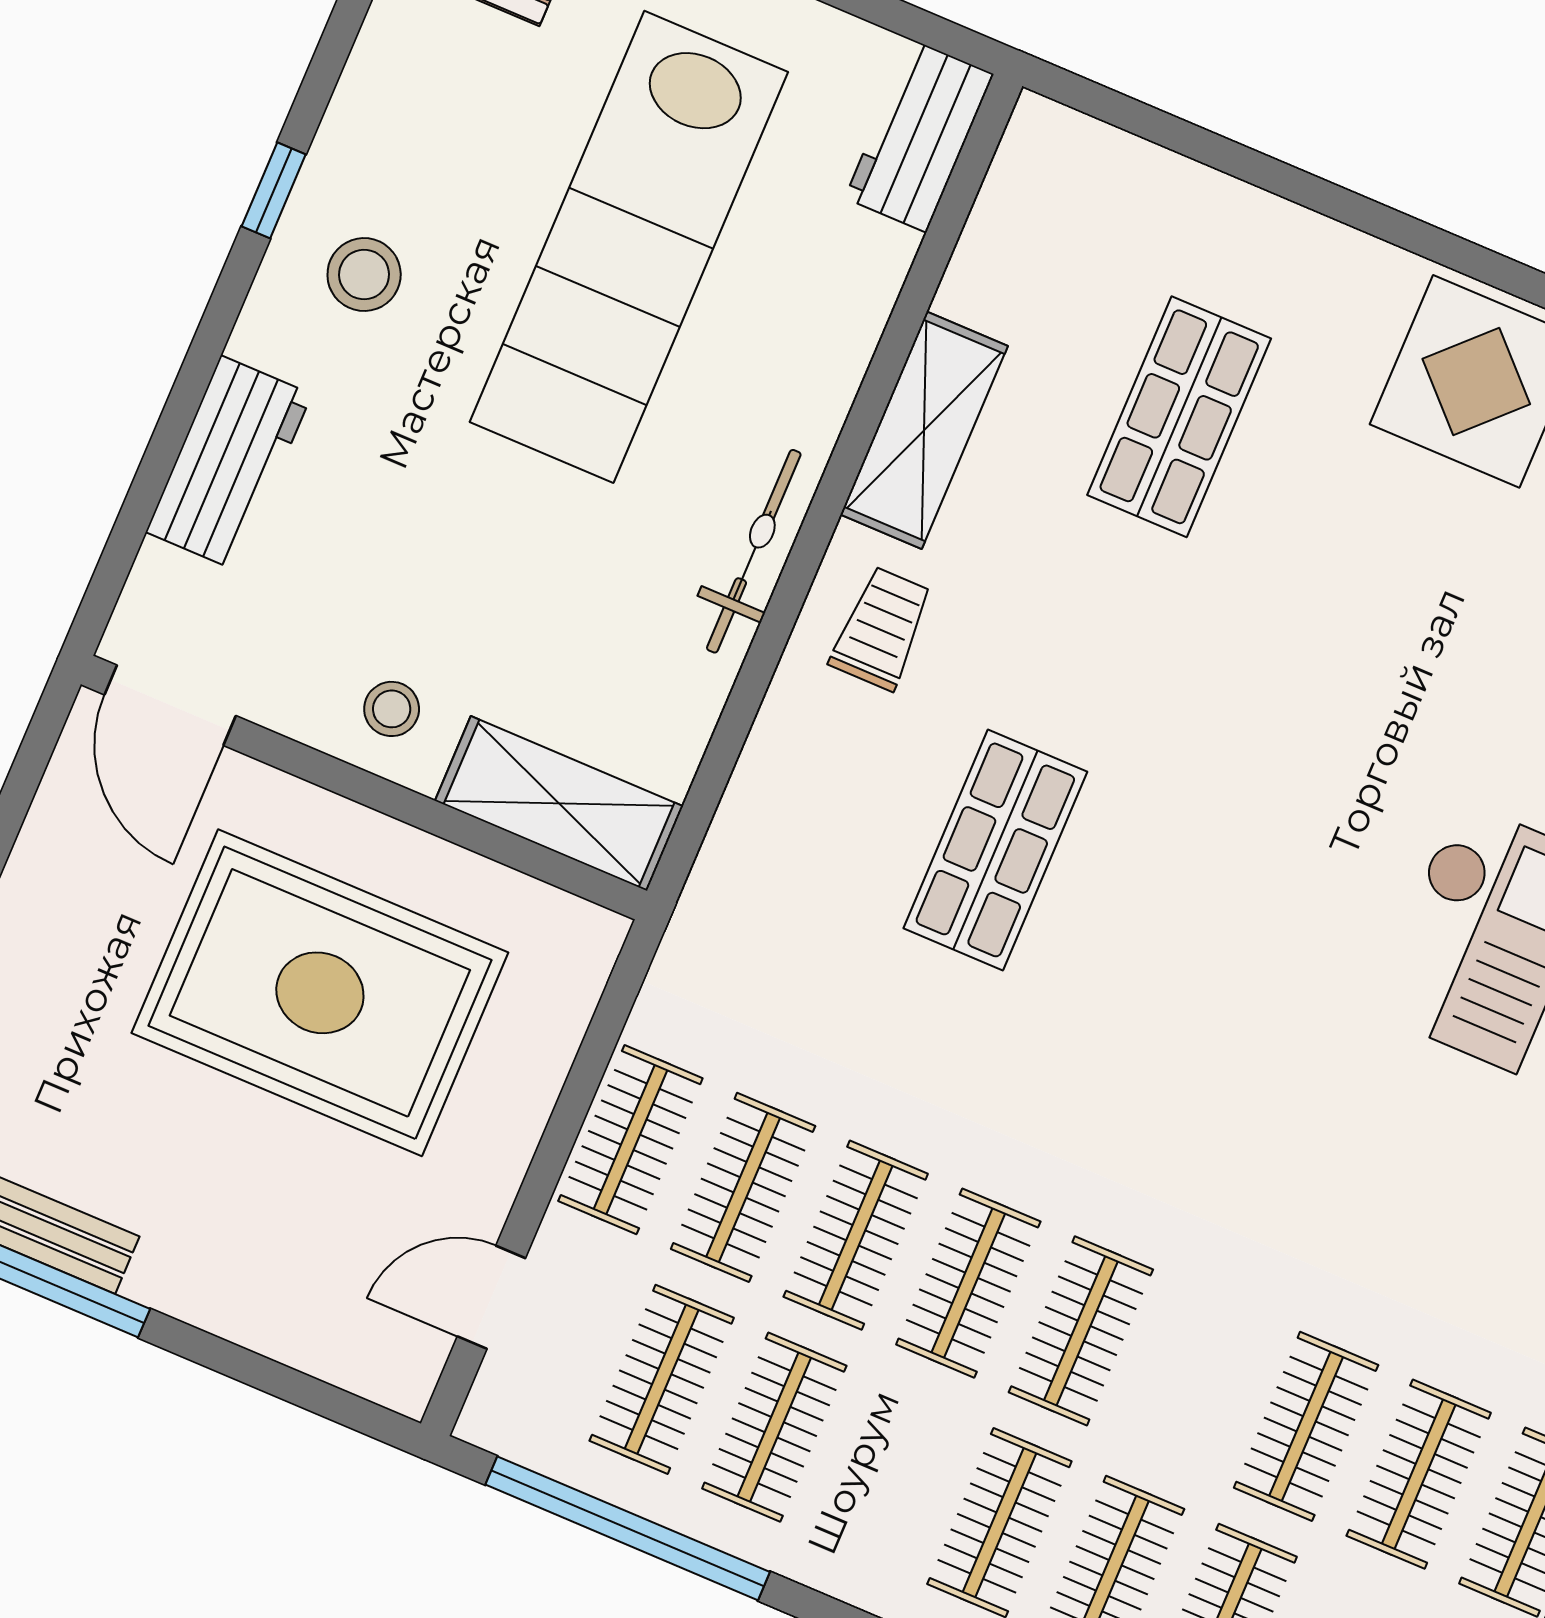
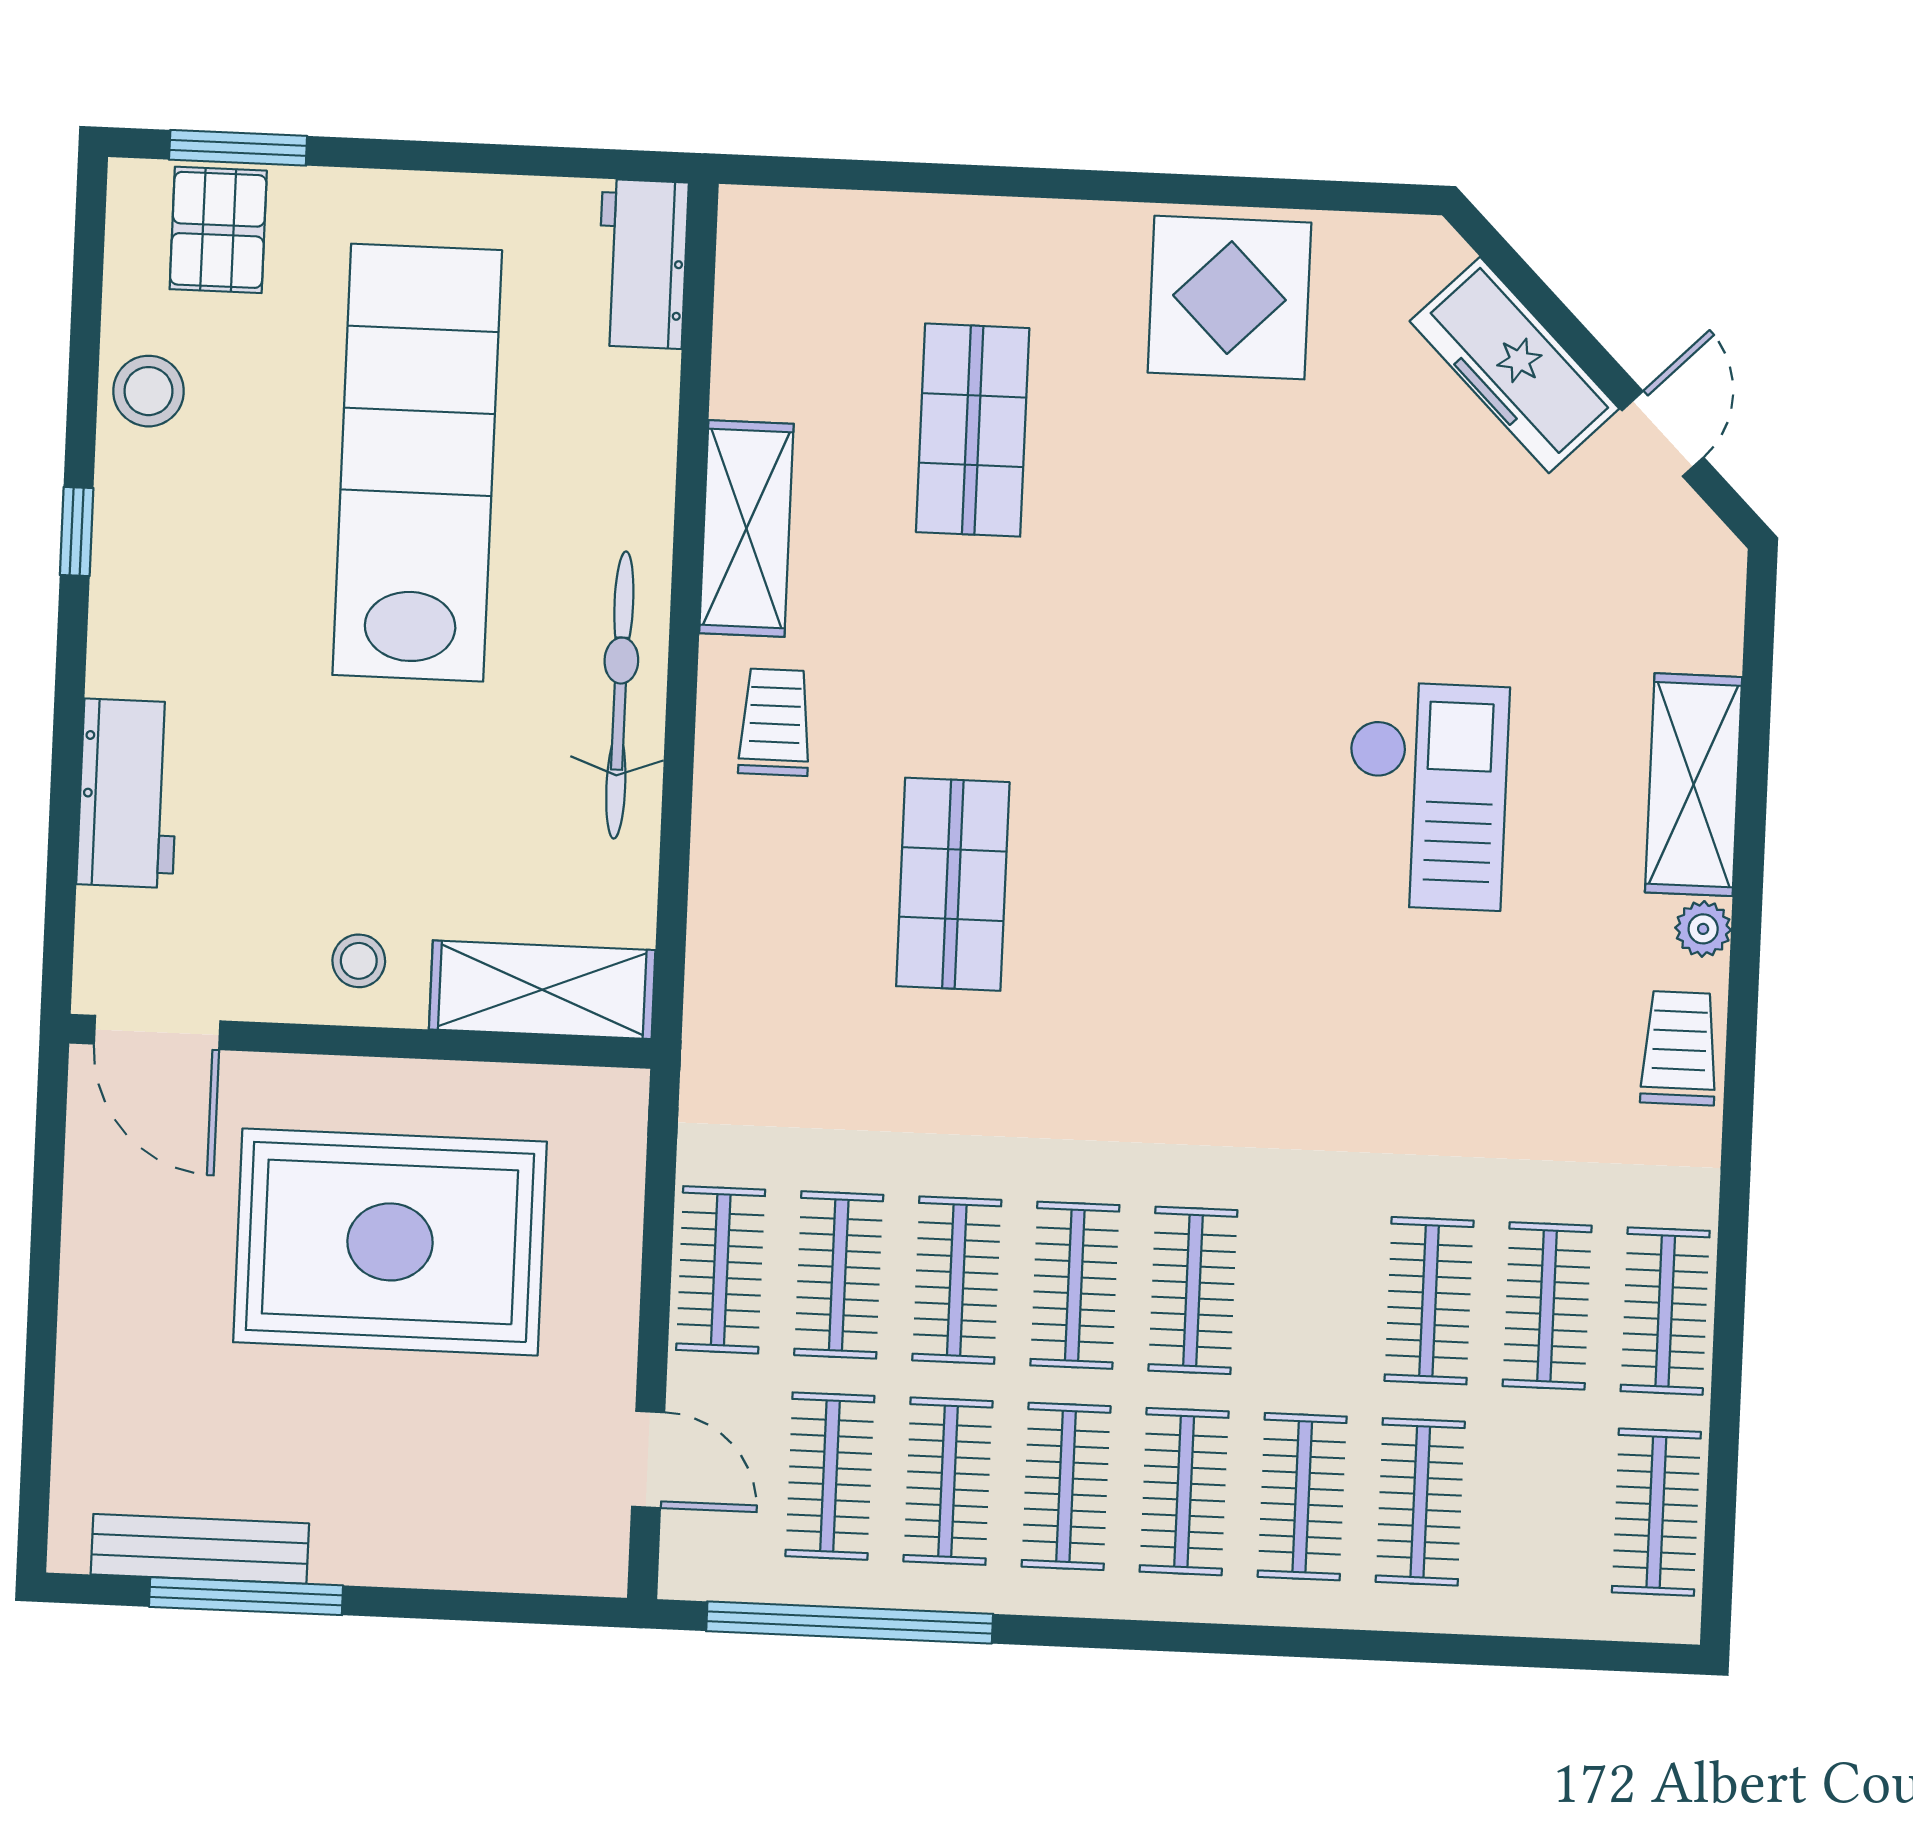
lab bench: (629, 247) -> (417, 463), turned 180
stool: (364, 275) -> (149, 391), moved
bicycle: (754, 551) -> (620, 695), width x1.37, depth x1.40
door: (491, 1297) -> (648, 1460), swing flipped
clothes rail: (887, 1475) -> (1066, 1486), added

